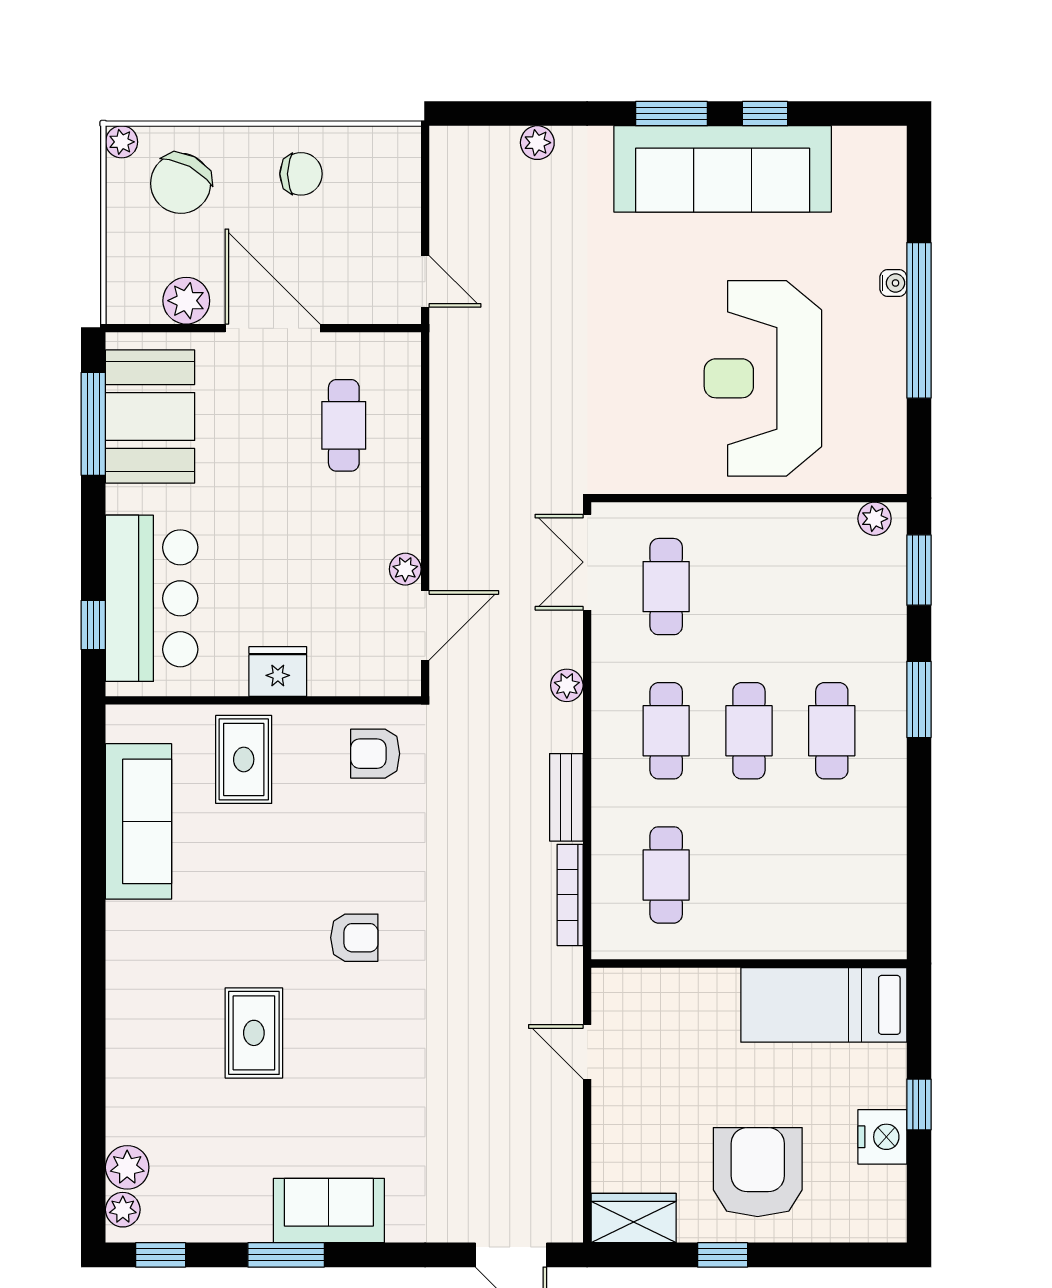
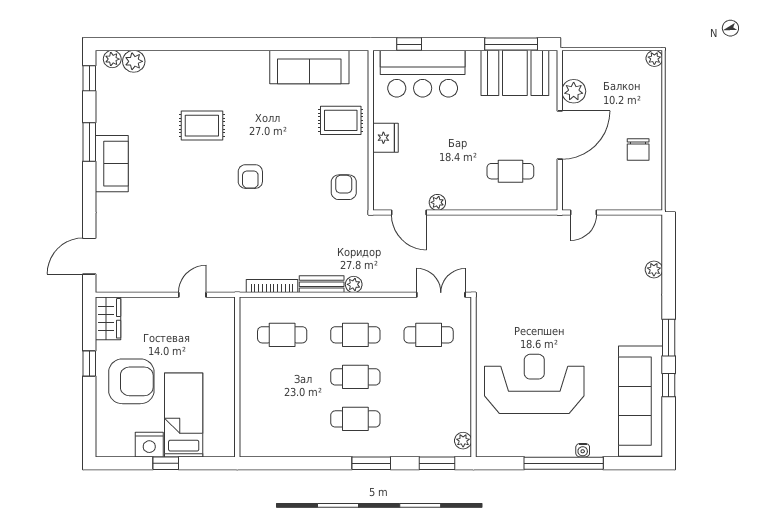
sofa: (723, 169) -> (641, 401), moved
chair: (181, 183) -> (633, 88), removed
plant: (567, 685) -> (354, 284), moved
bed: (824, 1005) -> (184, 415), moved

